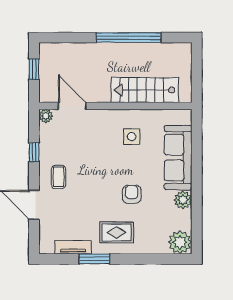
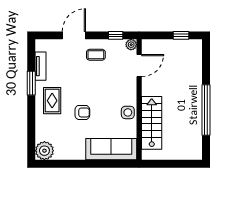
stairs: (145, 90) -> (152, 123), moved
door: (72, 106) -> (139, 66), moved
wall: (115, 106) -> (139, 100), moved
plant: (46, 116) -> (131, 45), moved
plant: (183, 200) -> (78, 153), removed

